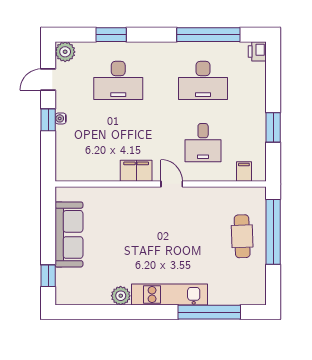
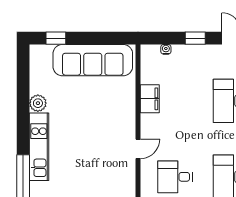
water cooler: (61, 118) -> (166, 49), moved
filing cabinet: (136, 171) -> (150, 99), moved
sofa: (69, 234) -> (93, 60), width x1.36, depth x1.27

